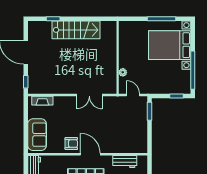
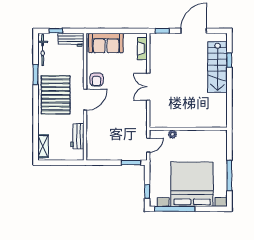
stairs: (76, 30) -> (218, 67), moved
bed with nightstands: (170, 45) -> (192, 184), width x1.36
double door: (89, 95) -> (148, 87), moved

